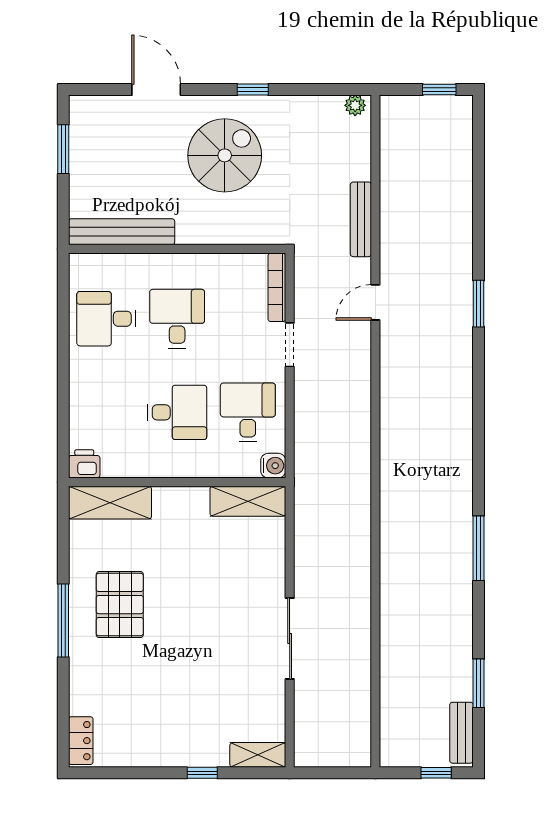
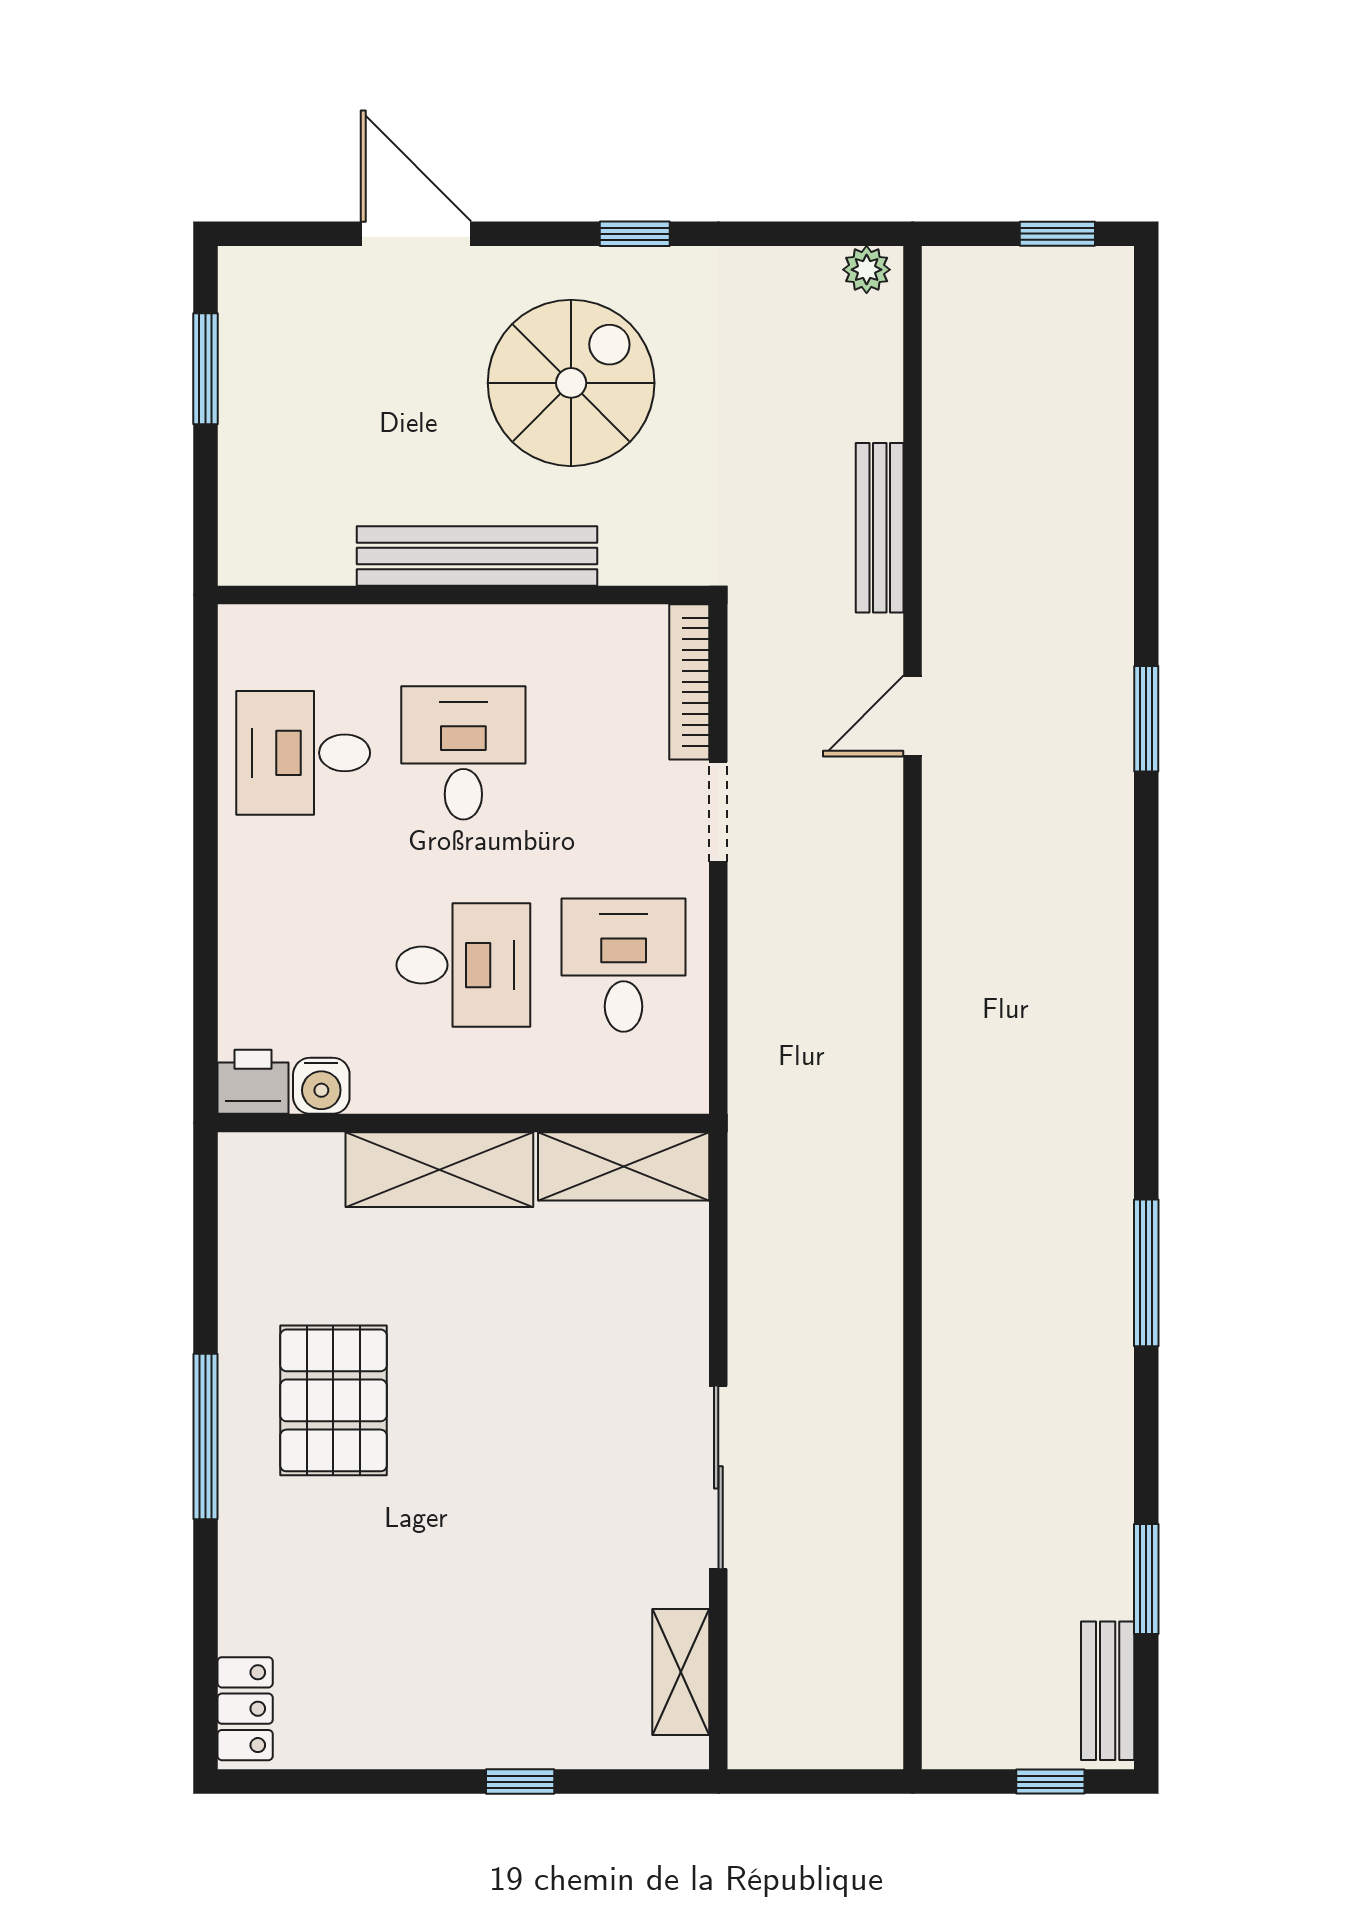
bench: (122, 232) -> (477, 556), moved
water cooler: (273, 466) -> (321, 1086), moved, turned 90
shelving: (110, 503) -> (439, 1170), moved
shelving: (258, 755) -> (681, 1672), moved, turned 90

